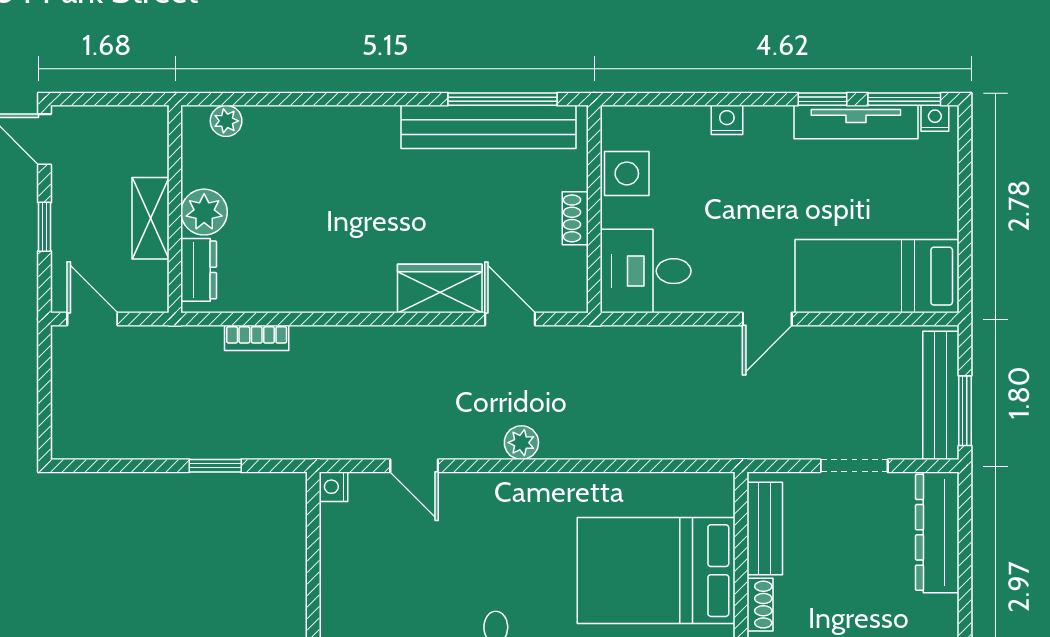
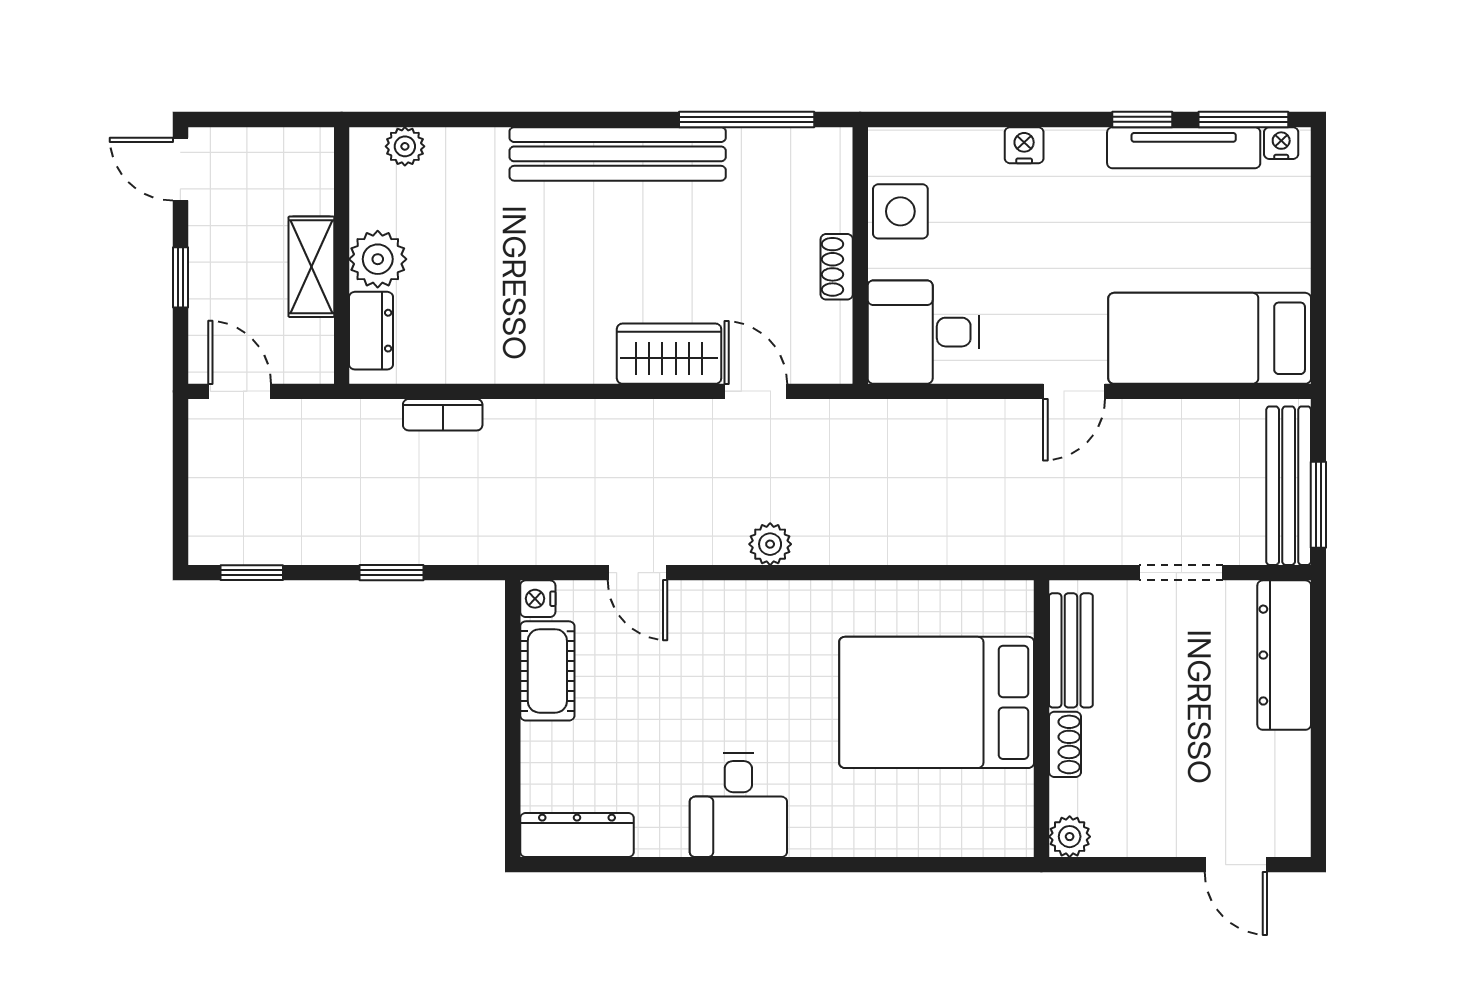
bench: (489, 127) -> (618, 154), moved
window: (102, 466) -> (252, 573), added
cot: (341, 545) -> (547, 671), added

